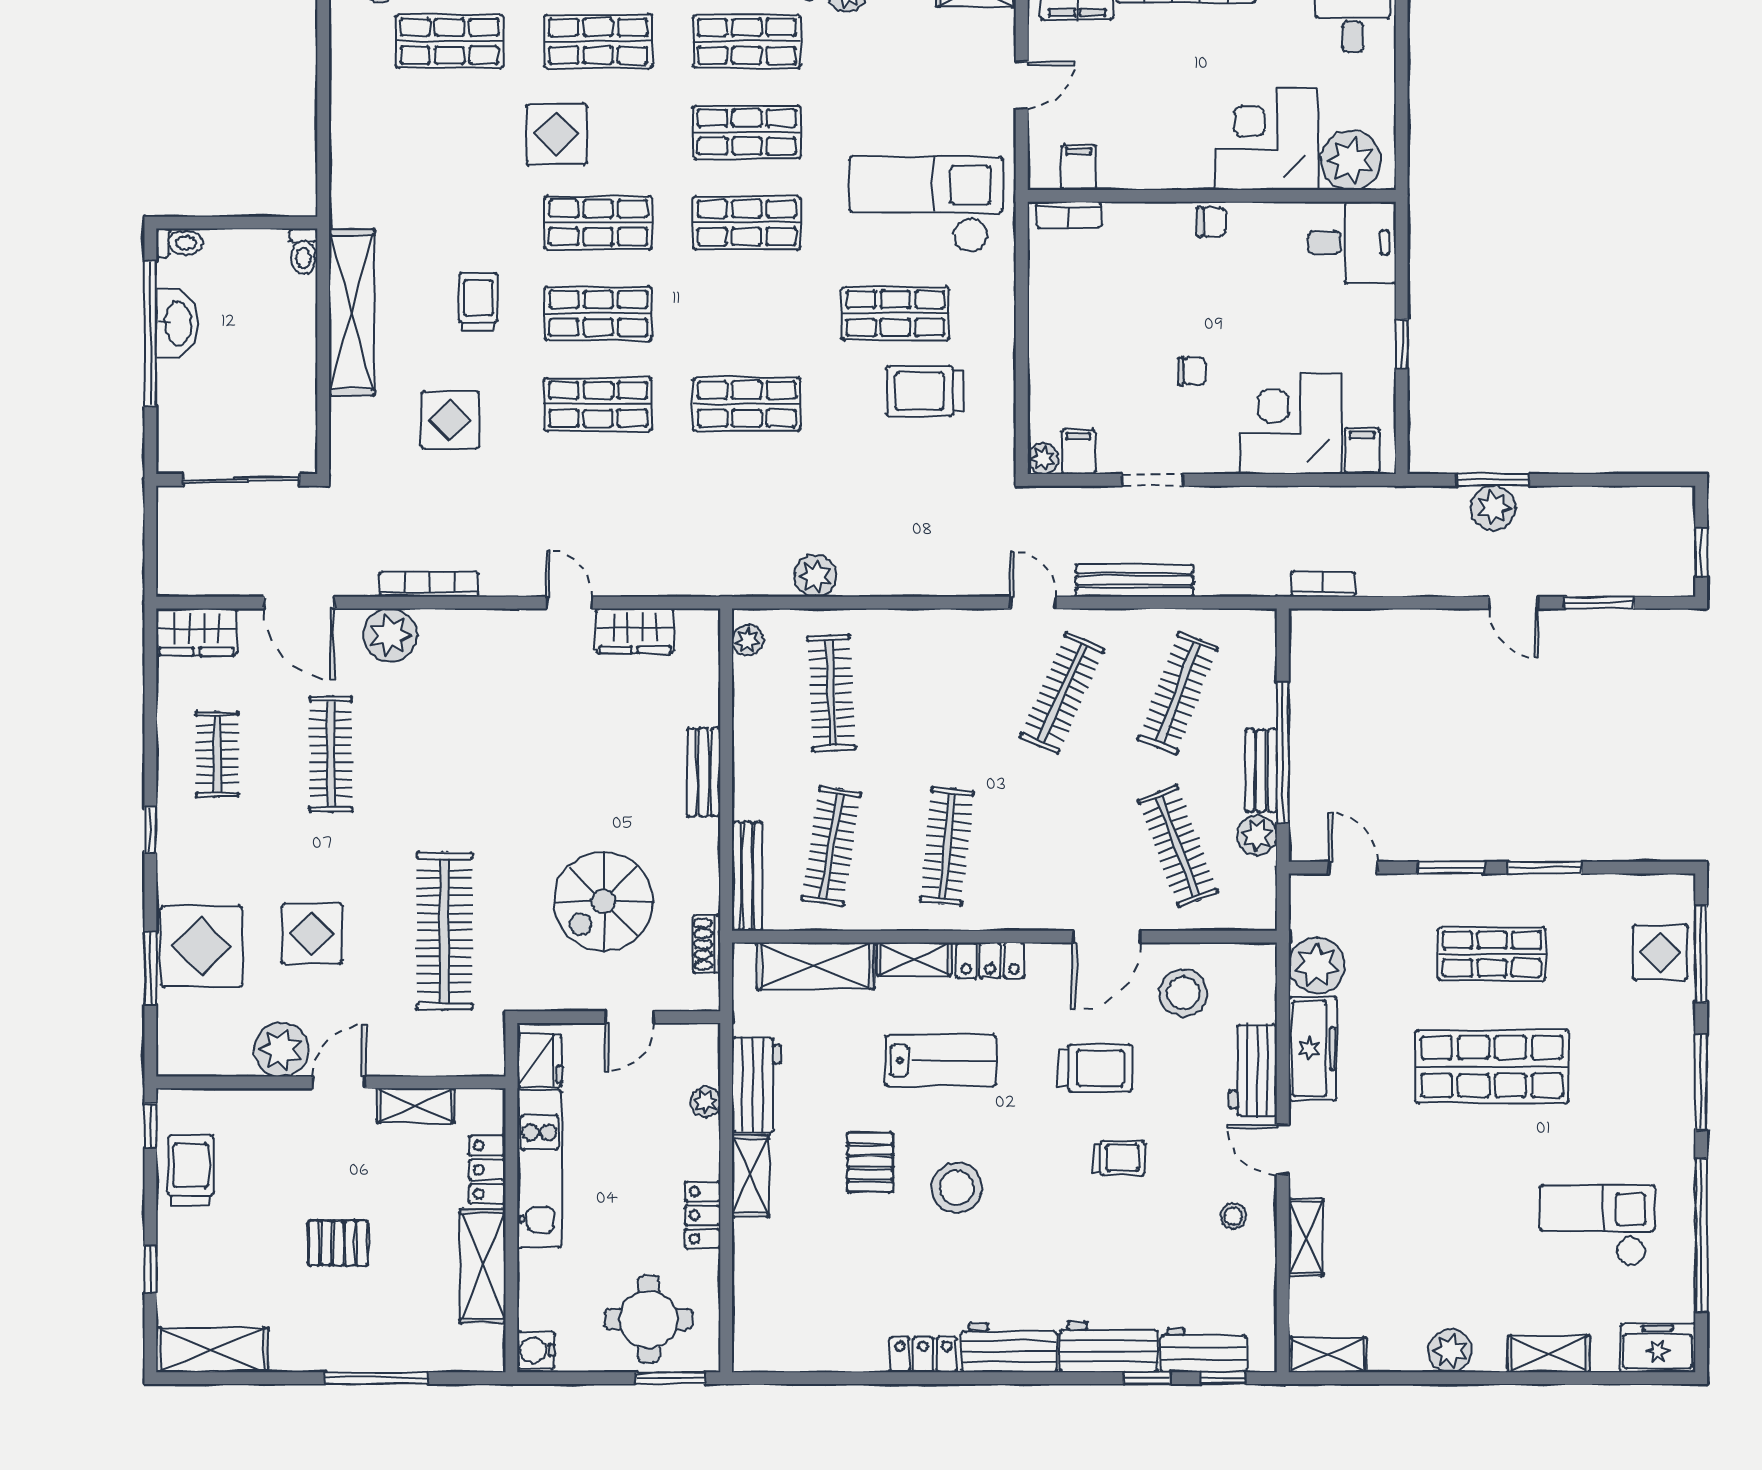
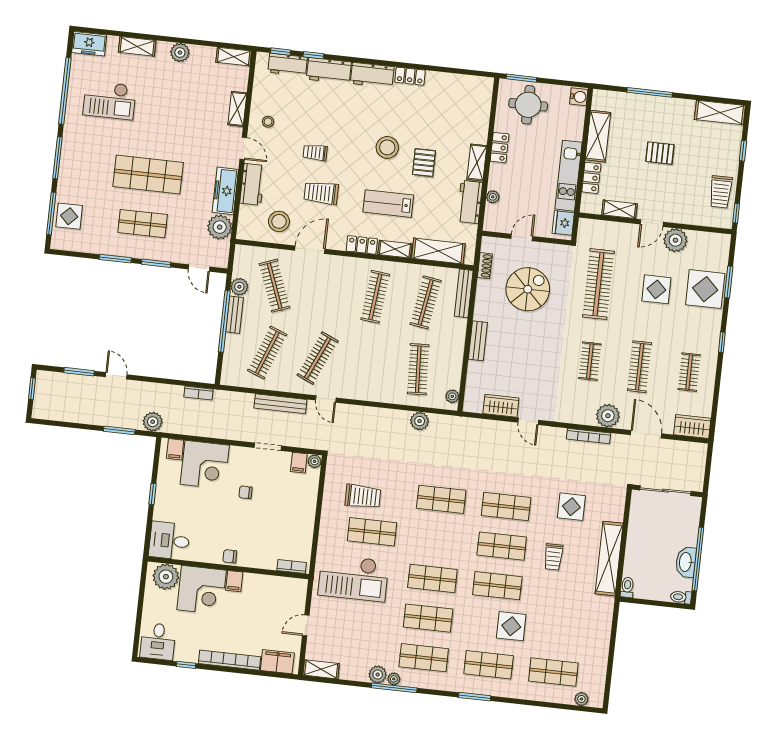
filing cabinet: (1079, 167) -> (234, 581), moved
plant: (1493, 508) -> (153, 422), moved
clothes rail: (445, 754) -> (590, 361), added

